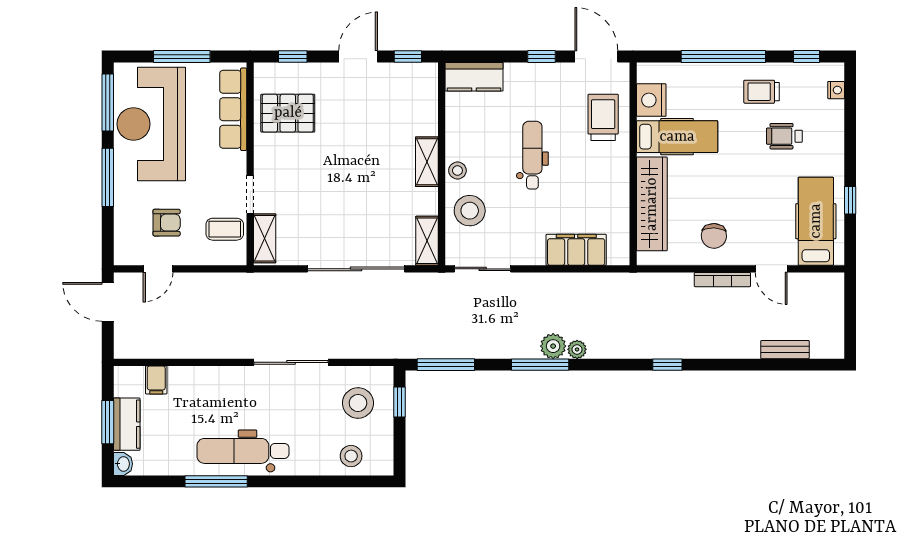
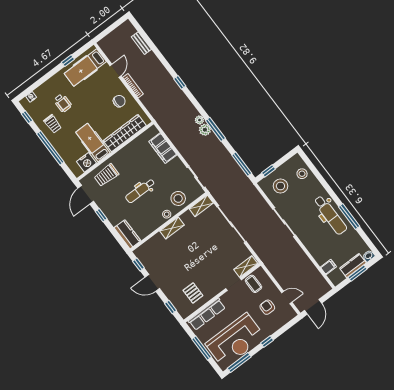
pallet: (288, 113) -> (193, 293), width x0.67, depth x0.71
window: (108, 177) -> (267, 342), width x0.46

